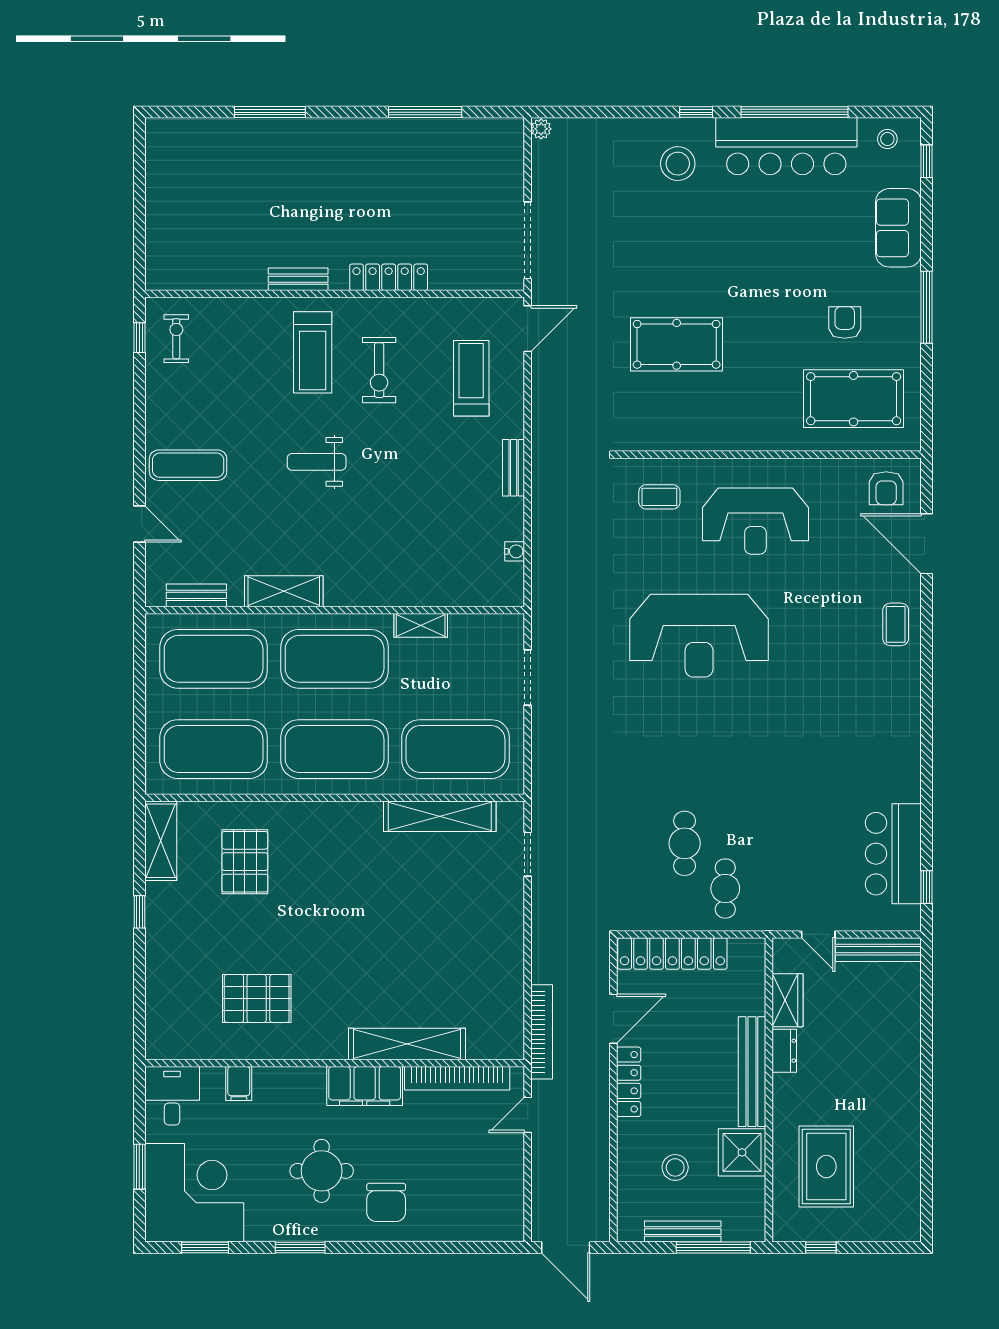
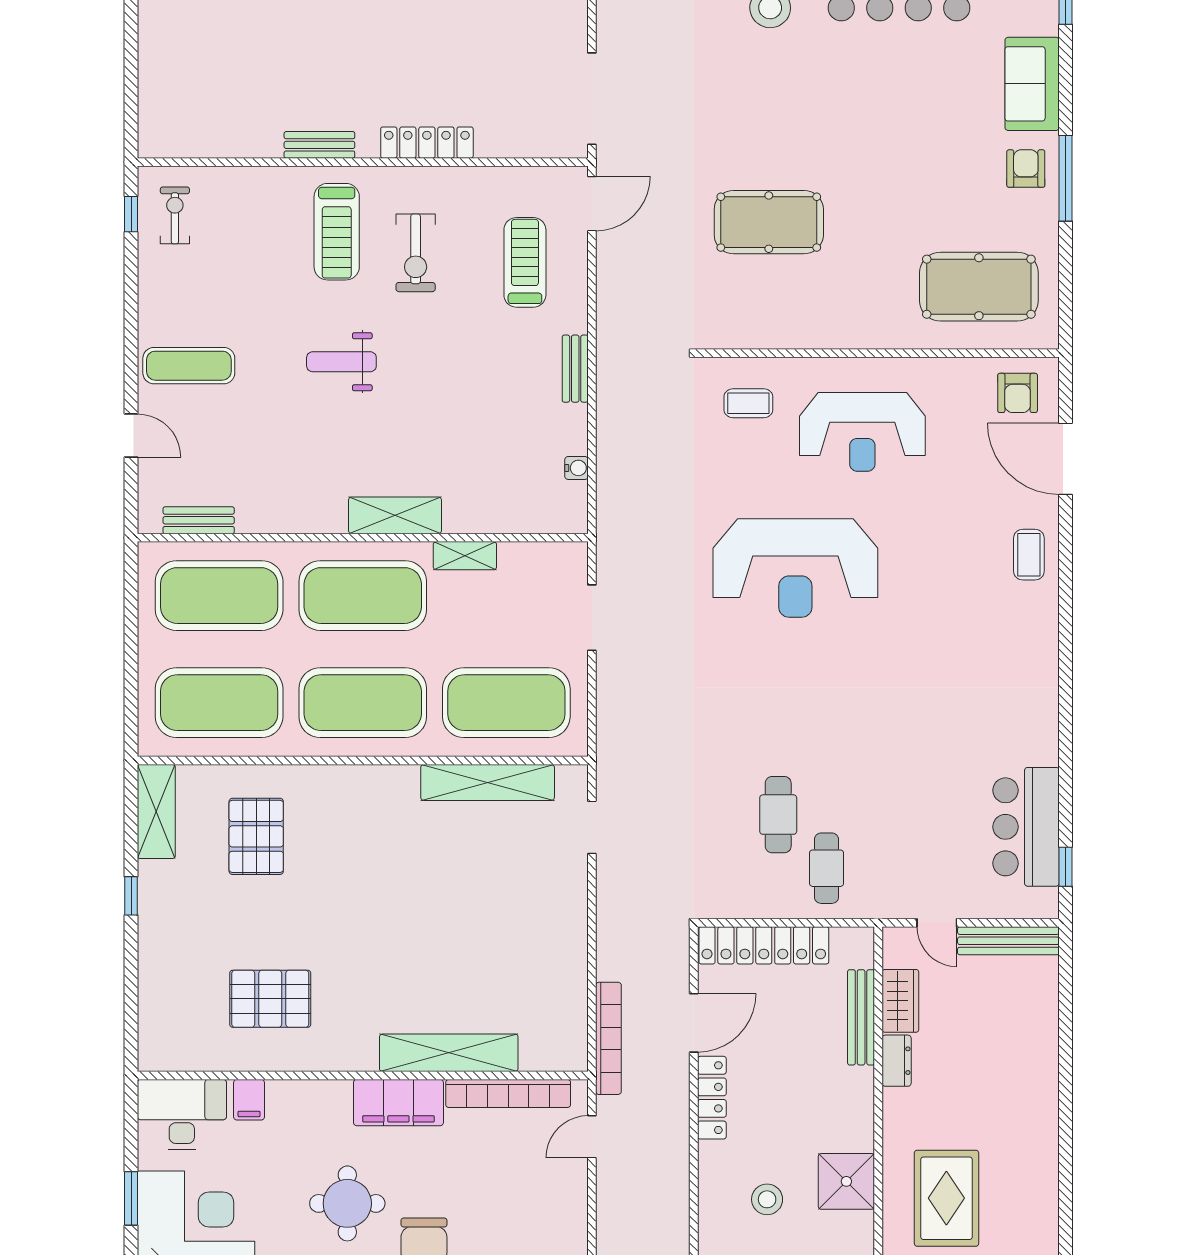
armchair: (845, 323) -> (1026, 169), moved
shelving: (284, 591) -> (395, 515), moved
bench: (752, 1072) -> (861, 1017), moved, width x0.73, depth x0.82
desk: (172, 1096) -> (182, 1114), width x1.37

